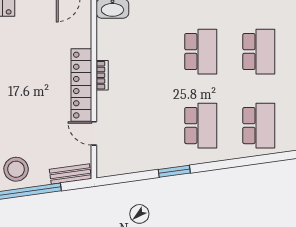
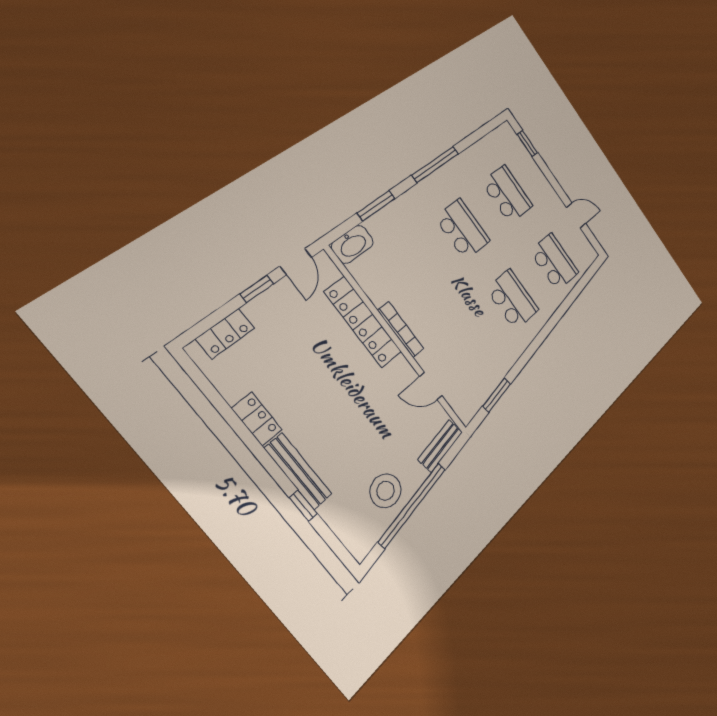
bookcase: (102, 75) -> (401, 330), width x1.56
locker: (81, 85) -> (363, 322), moved
window: (174, 171) -> (497, 395), moved

